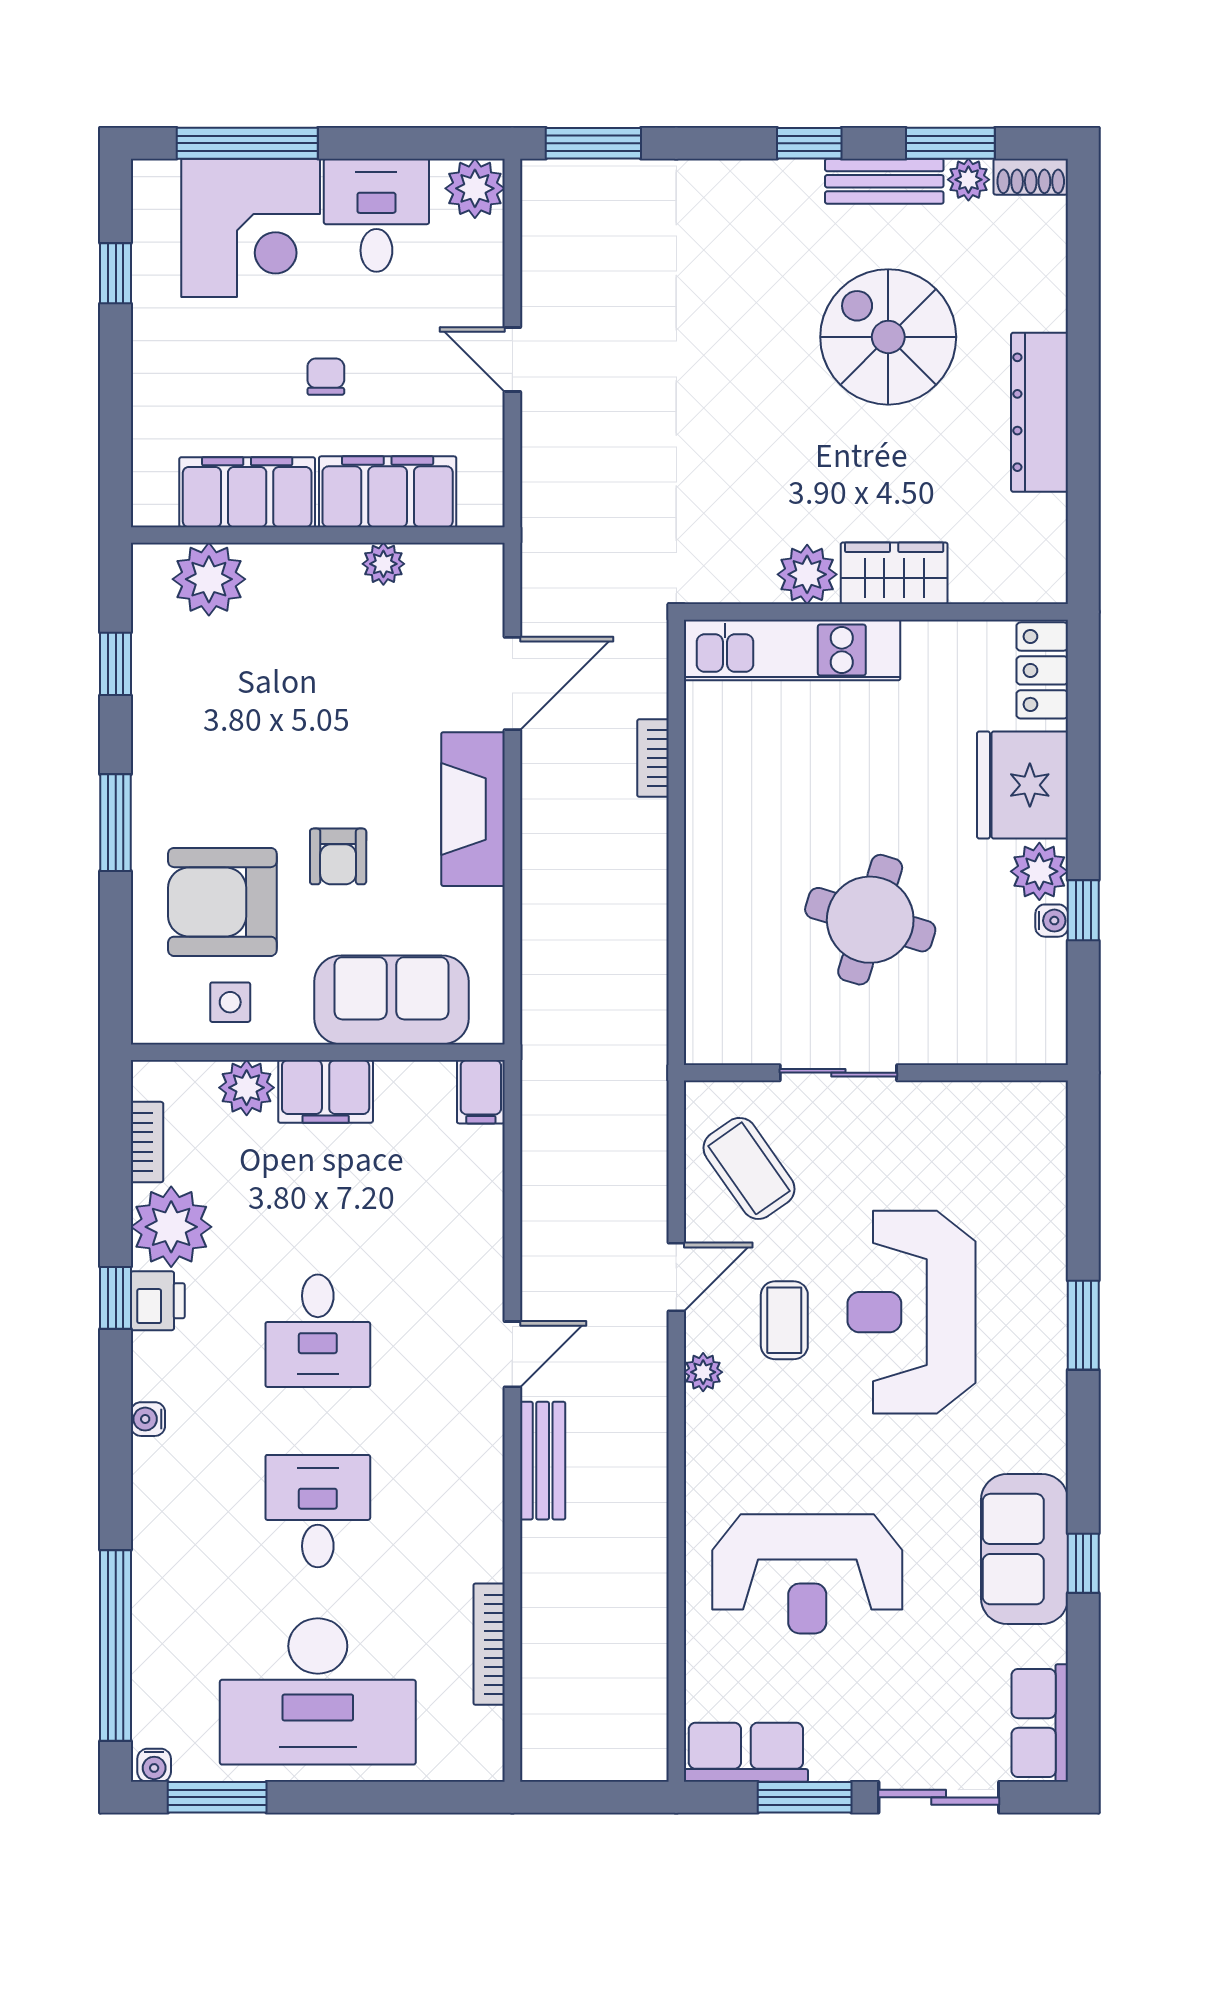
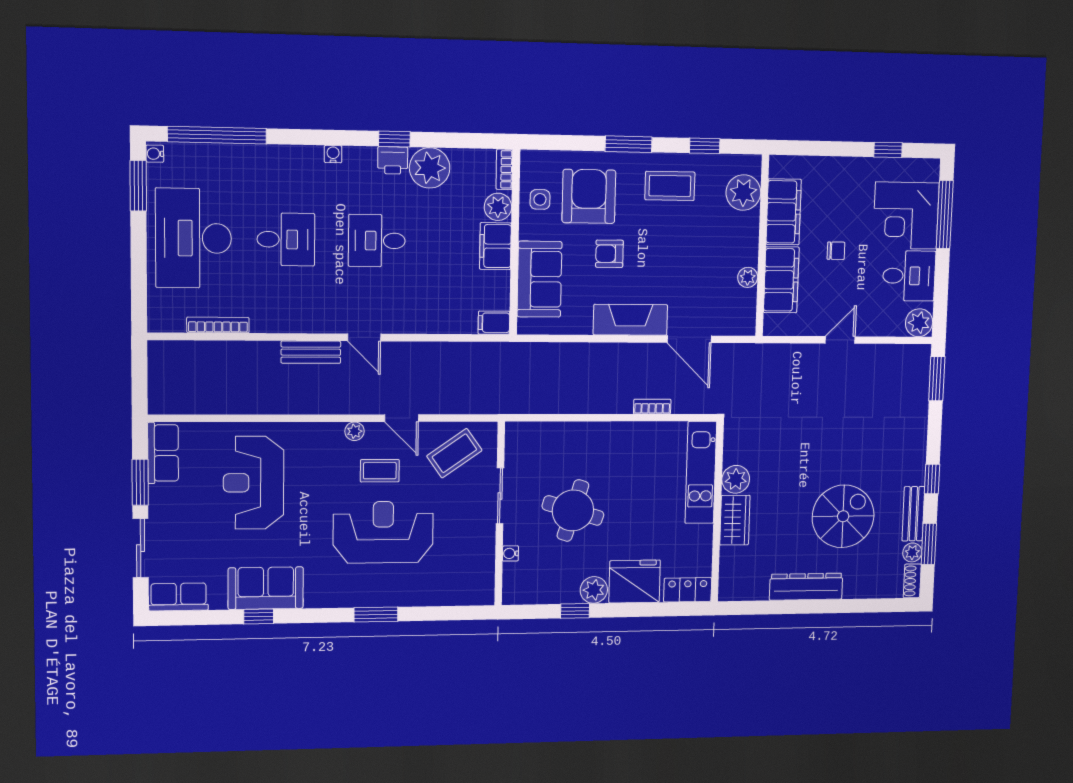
coffee table: (198, 734) -> (670, 186), added
water cooler: (1052, 921) -> (510, 553), moved, turned 90
bookcase: (147, 1142) -> (504, 169), moved, turned 90

